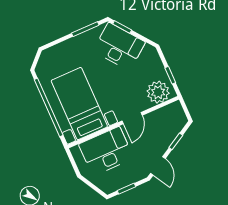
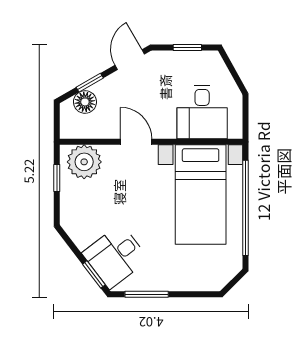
desk: (119, 46) -> (115, 256), width x0.73
door: (132, 118) -> (136, 142), hinge flipped
floor lamp: (174, 128) -> (85, 102), added
desk: (106, 151) -> (202, 112), width x0.73

